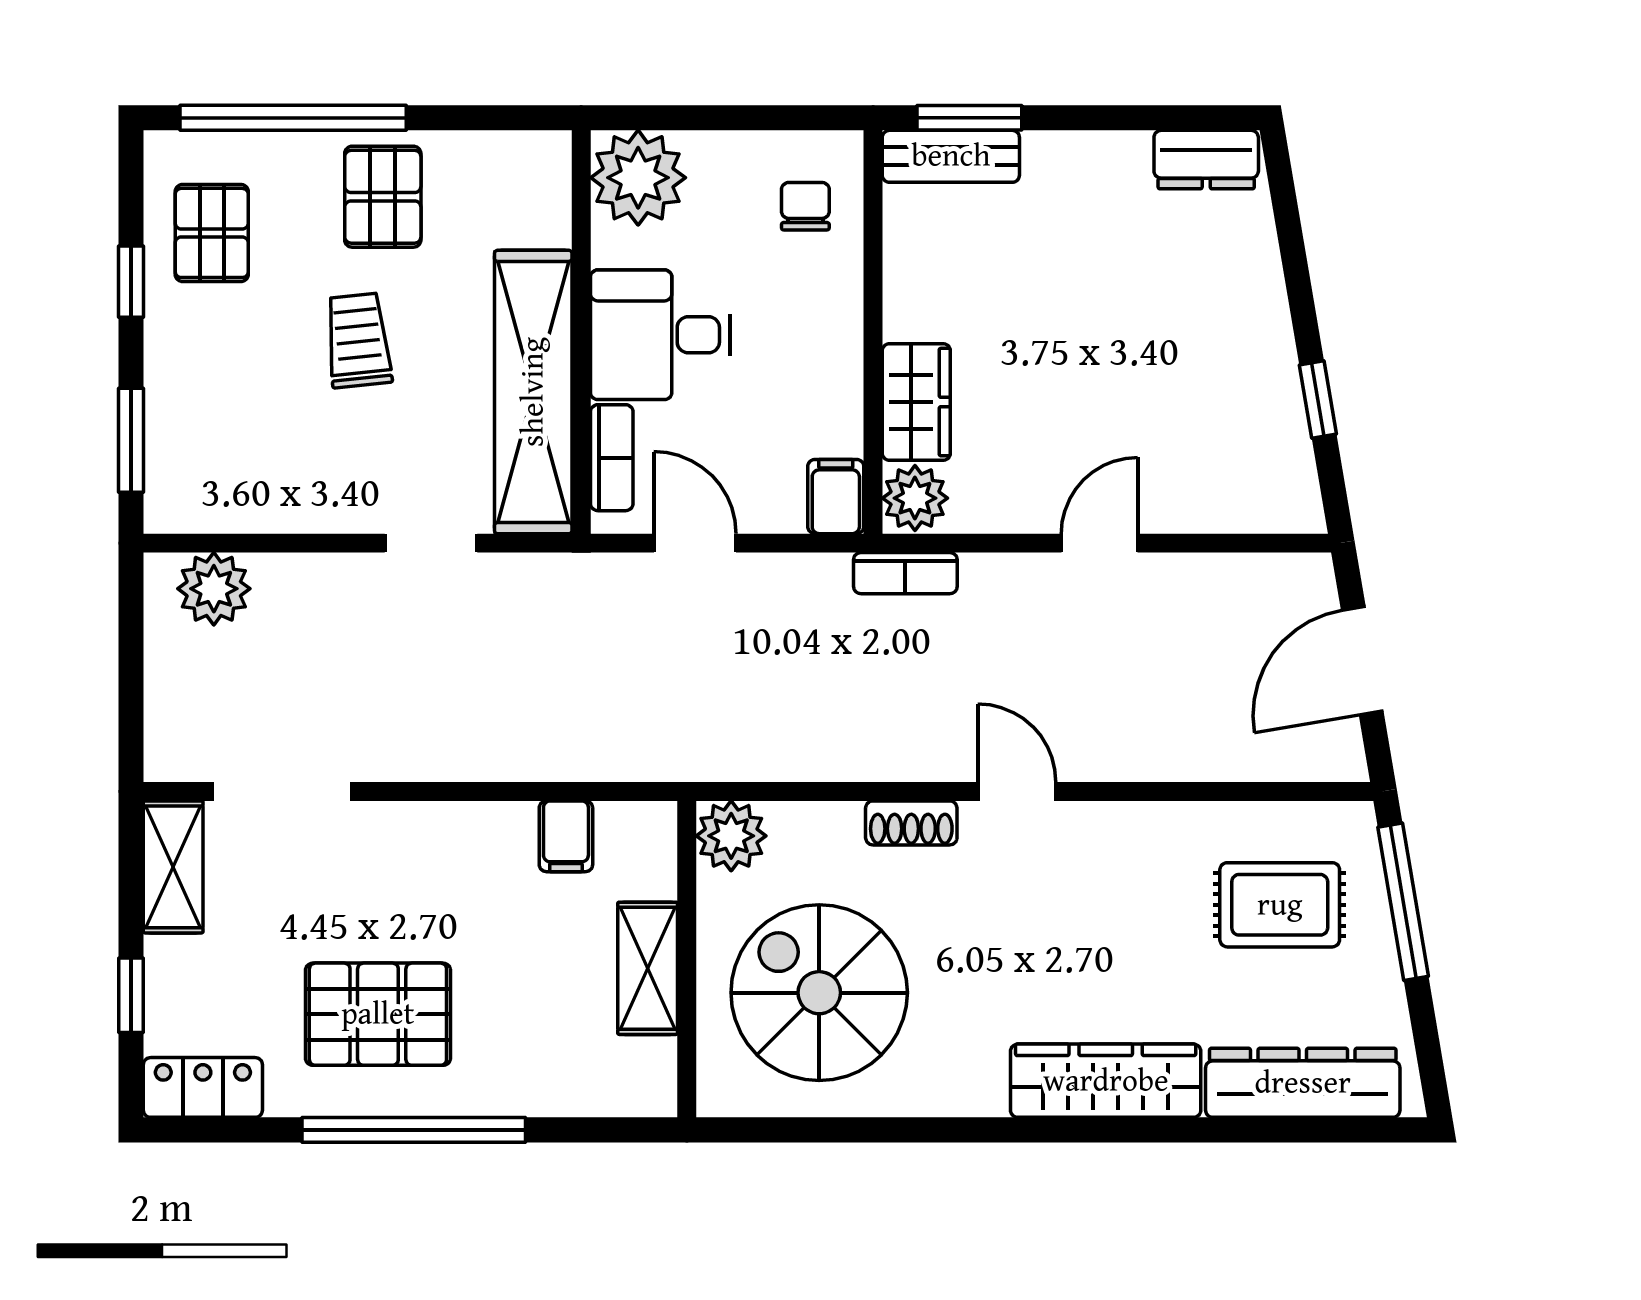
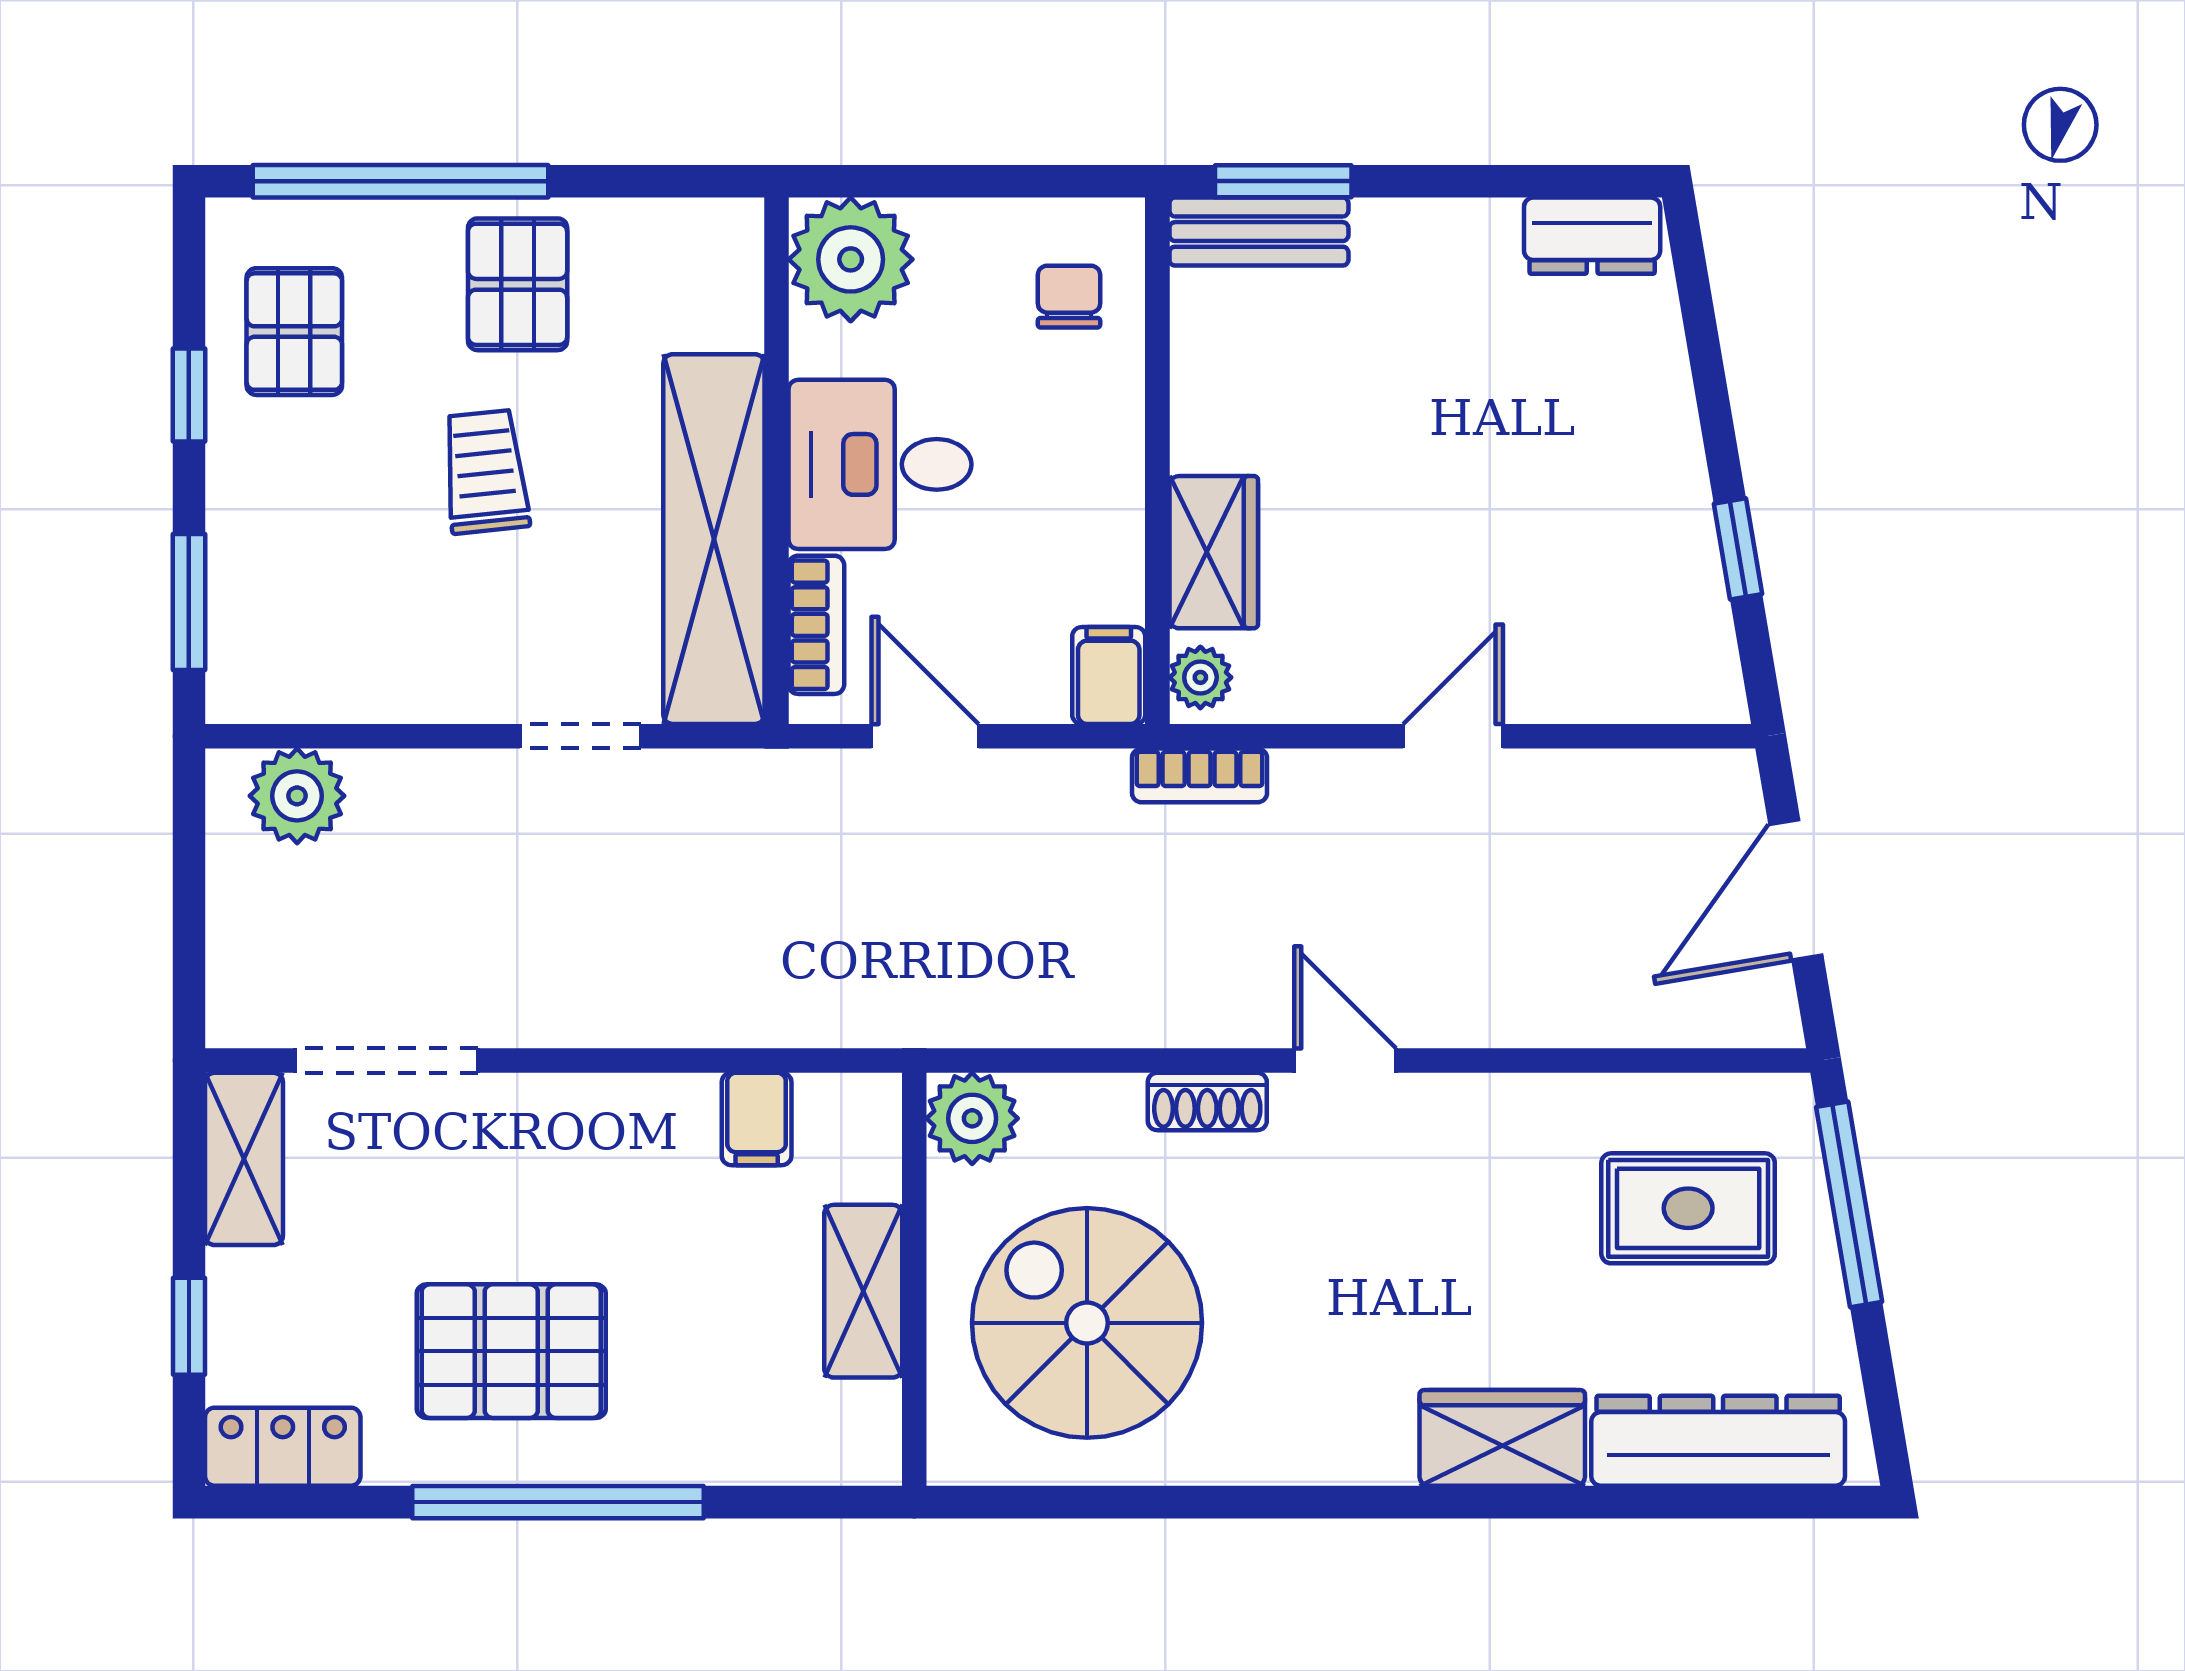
plant: (915, 498) -> (1200, 677), width x0.73, depth x0.73
wardrobe: (1106, 1081) -> (1502, 1438), width x0.67

